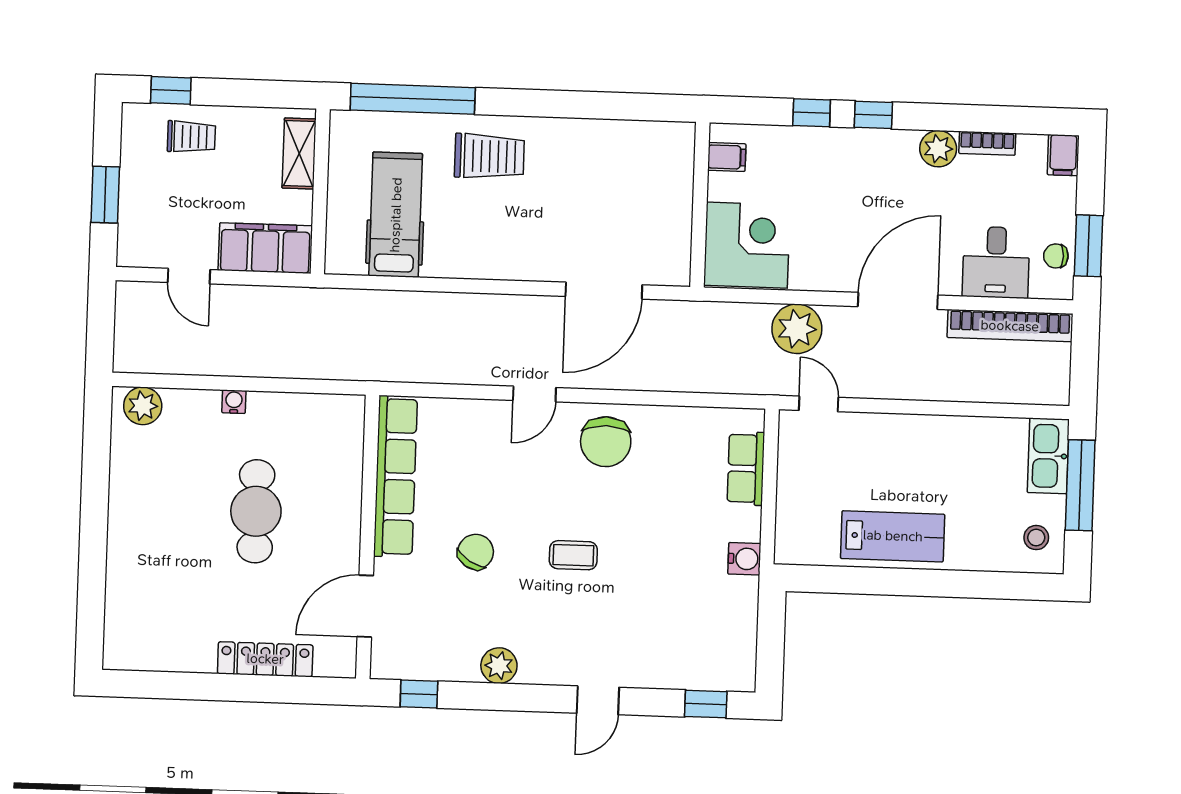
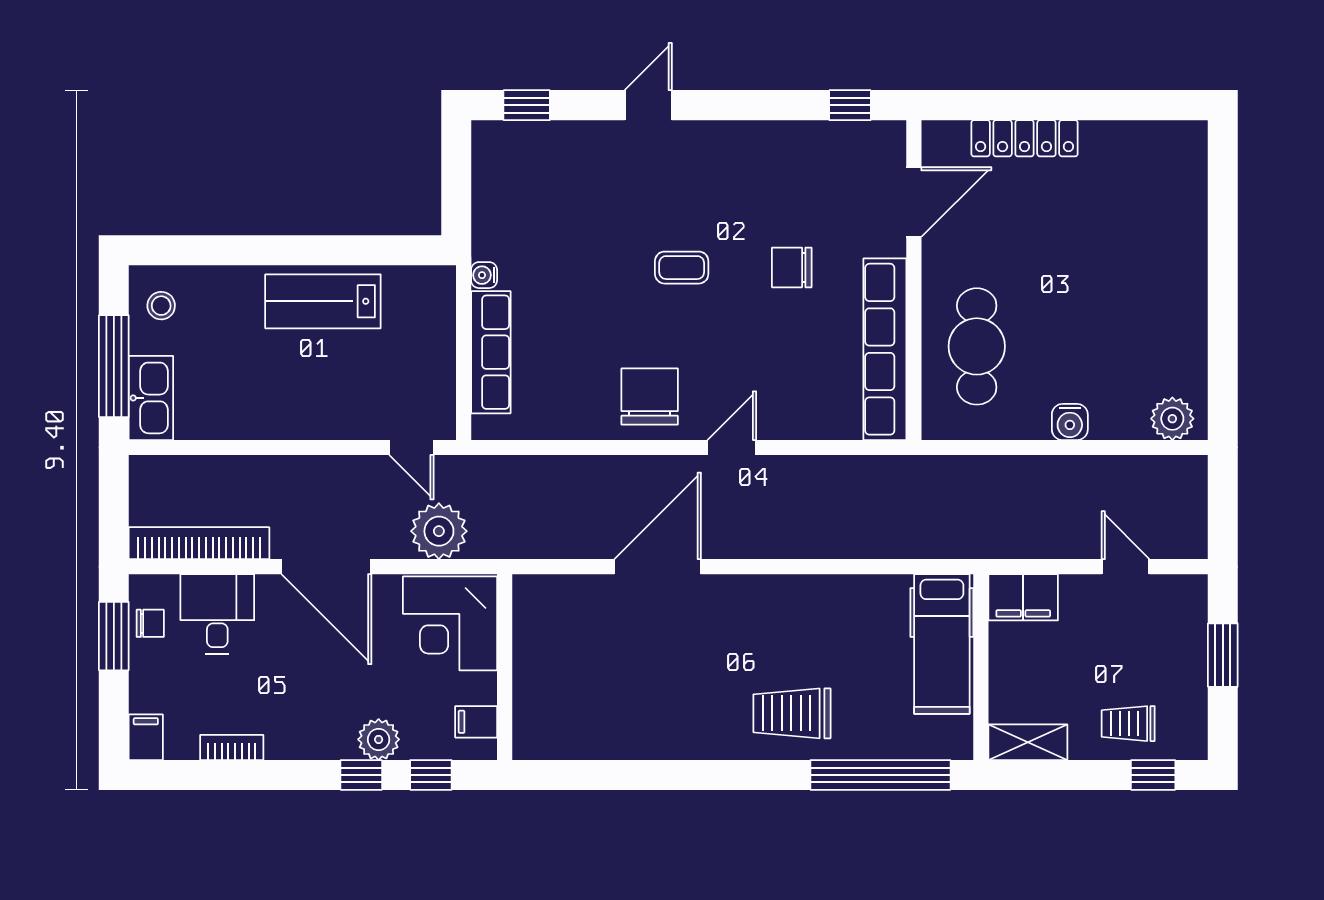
plant: (938, 149) -> (379, 739), moved
shelving: (299, 153) -> (1028, 742), moved, turned 90
filing cabinet: (727, 157) -> (476, 722), moved
wall: (700, 205) -> (505, 667), moved
hospital bed: (396, 215) -> (942, 644), moved
corner desk: (747, 245) -> (450, 623), moved
filing cabinet: (265, 248) -> (1023, 597), width x0.67, depth x0.86
door: (898, 301) -> (326, 567), hinge flipped
water cooler: (234, 402) -> (1070, 422), width x1.38, depth x1.38
row of seats: (746, 468) -> (491, 352), width x1.48
cafe table: (256, 511) -> (977, 346), moved
chair: (476, 552) -> (792, 267), turned 58
water cooler: (744, 559) -> (484, 275), width x0.72, depth x0.72
plant: (499, 666) -> (761, 140), removed

